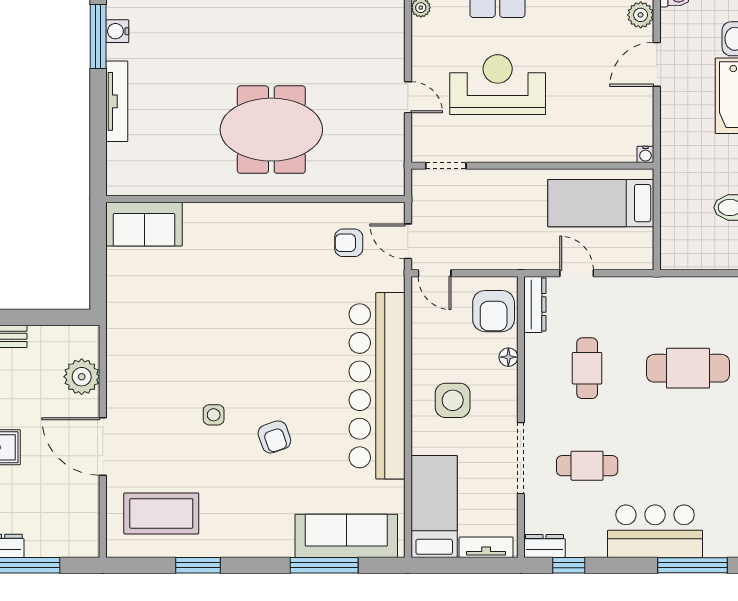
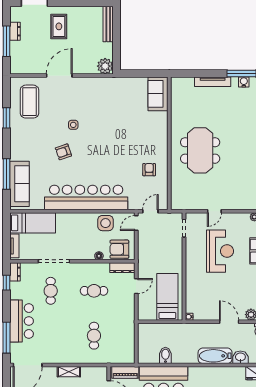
armchair: (349, 243) -> (149, 170), moved
cafe table: (688, 368) -> (94, 336), width x0.73, depth x0.74
plant: (82, 377) -> (105, 66), moved
side table: (453, 400) -> (106, 223), moved

